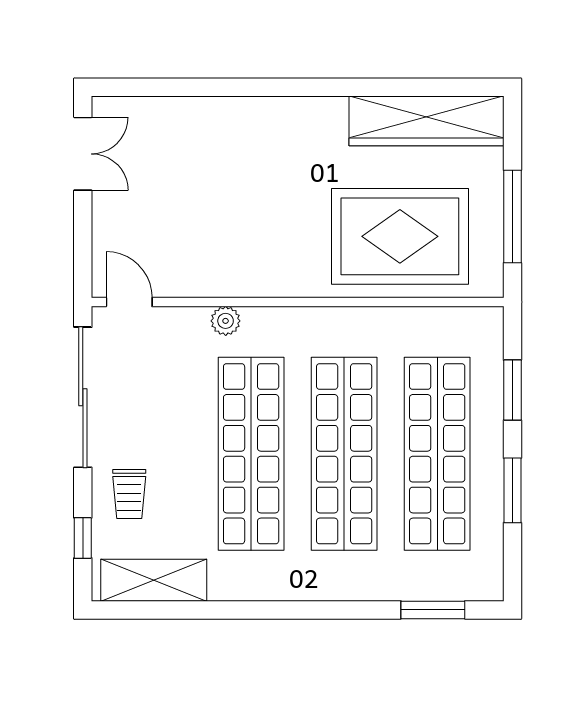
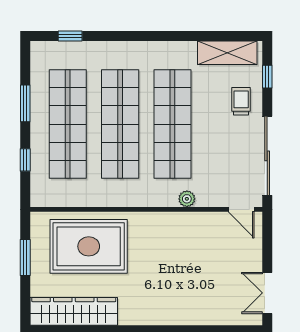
window: (512, 217) -> (25, 258), width x0.69
window: (512, 390) -> (25, 160), width x0.67
window: (433, 610) -> (70, 36), width x0.67

